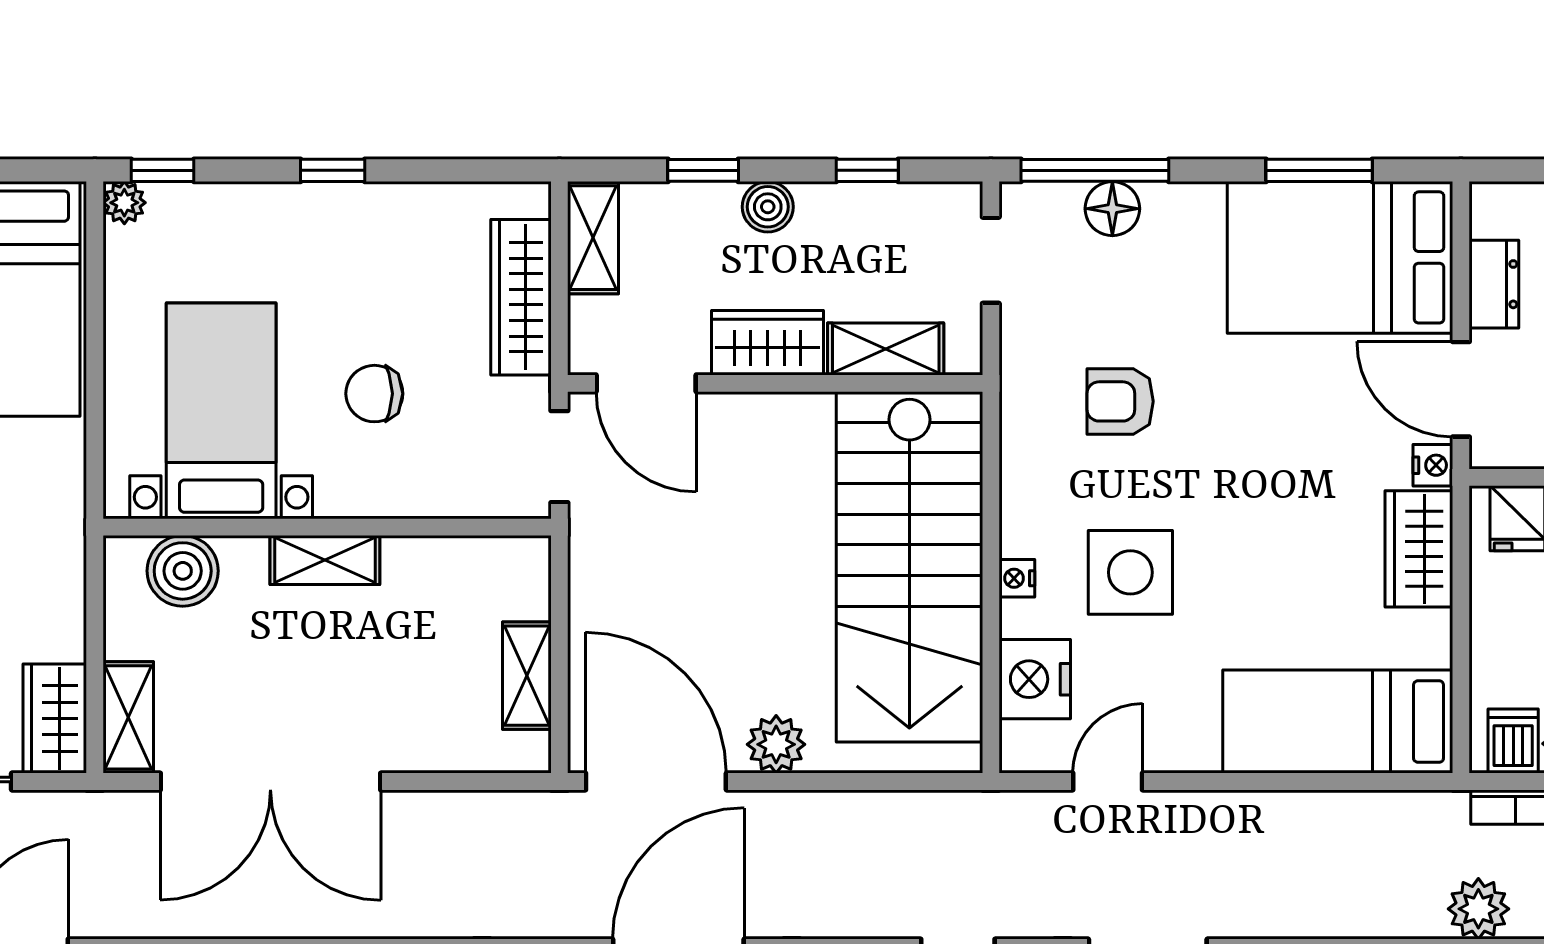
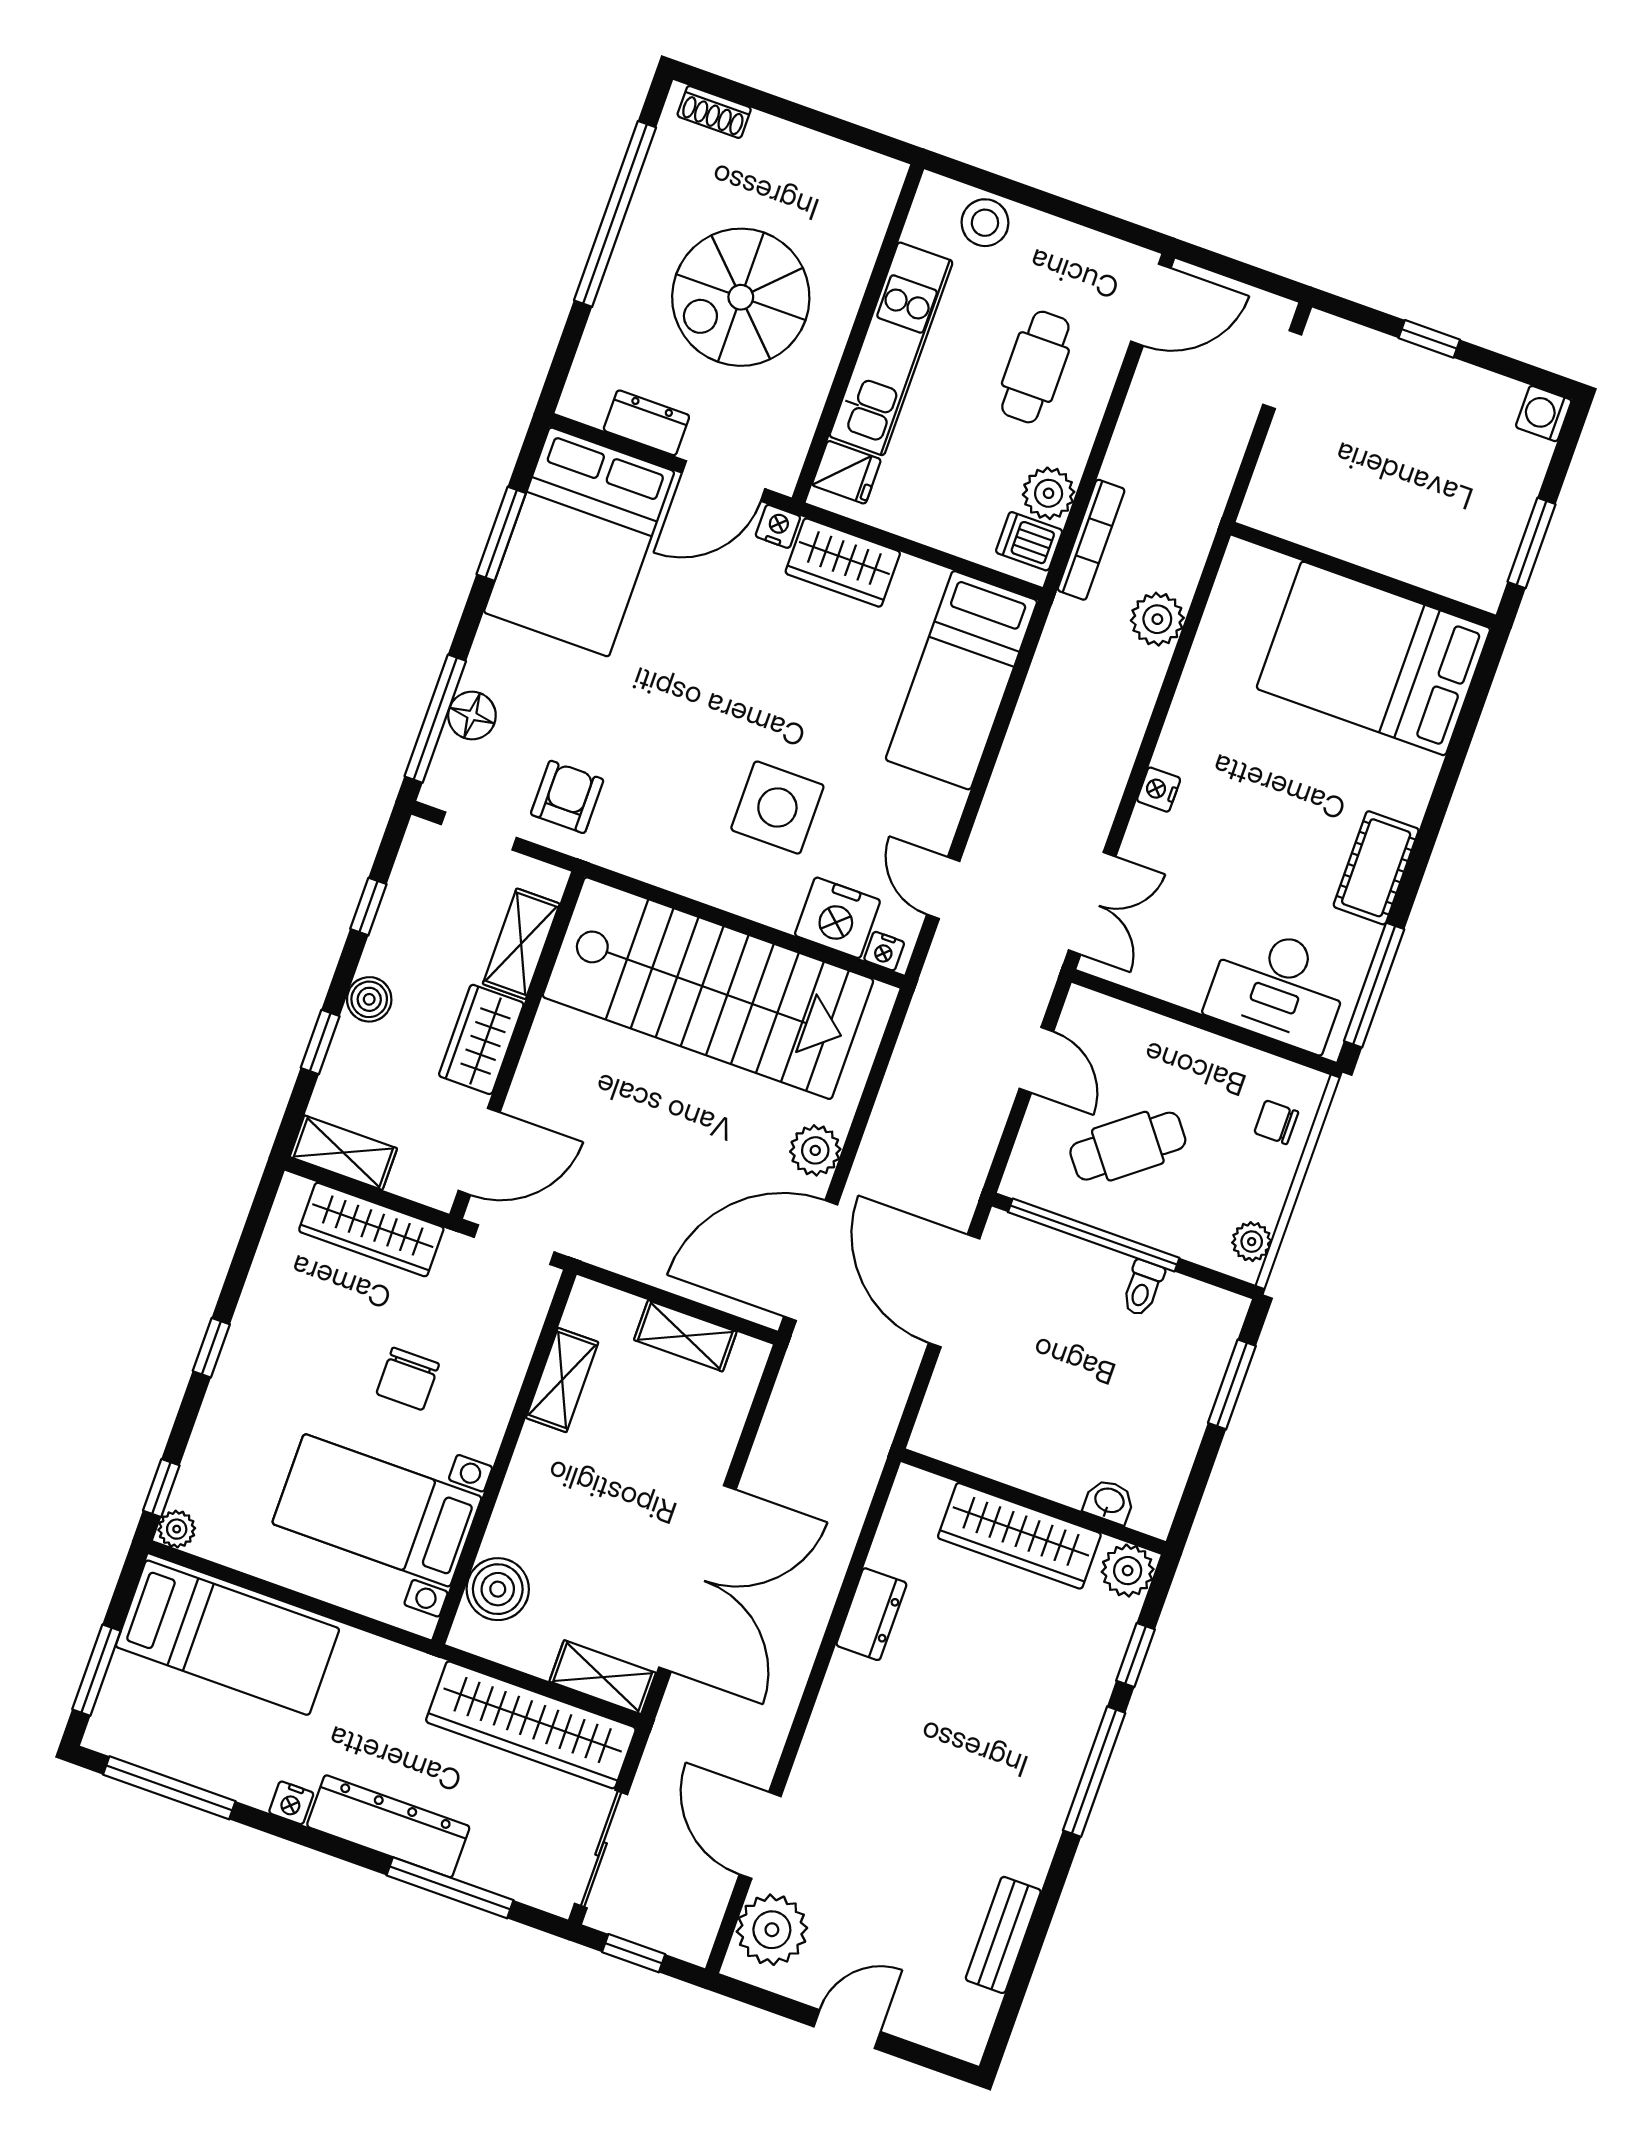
armchair: (1120, 401) -> (567, 797), moved, turned 180
shelving: (325, 560) -> (562, 1380), moved
nightstand: (1017, 578) -> (884, 951), moved
wardrobe: (55, 719) -> (531, 1725), width x2.10, depth x1.17

